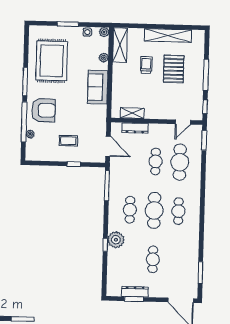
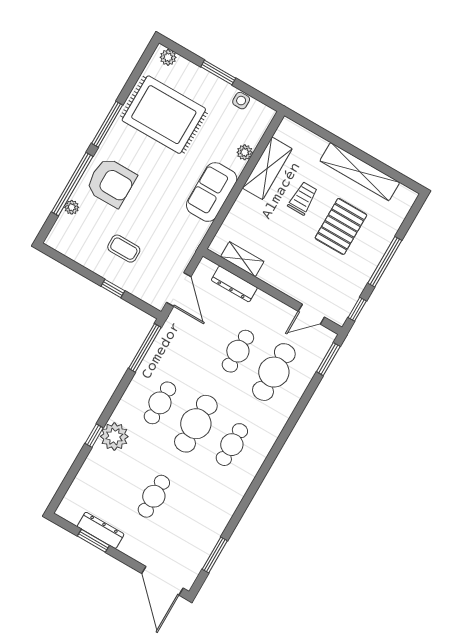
plant: (104, 32) -> (168, 57), moved
shelving: (120, 45) -> (267, 168), moved
rug: (52, 61) -> (164, 115), turned 90

